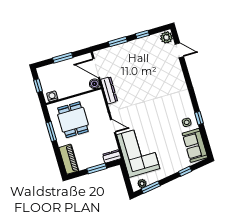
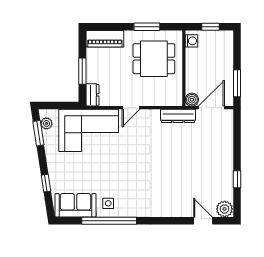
window: (118, 42) -> (237, 145), removed
door: (179, 50) -> (203, 221), swing flipped
window: (63, 58) -> (237, 83), moved
window: (199, 118) -> (109, 221), width x3.17

